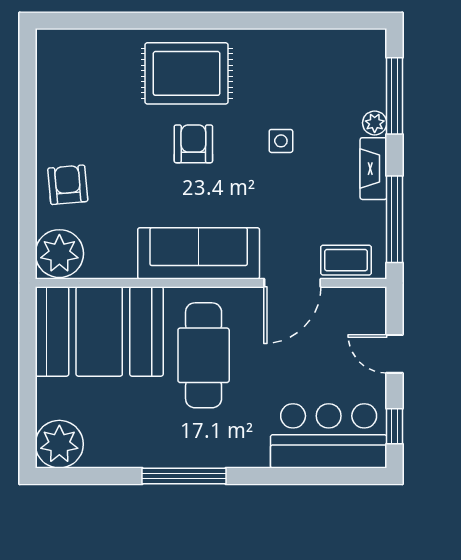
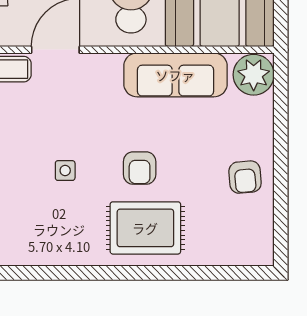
armchair: (68, 185) -> (245, 177), moved
sofa: (199, 253) -> (175, 75), moved

